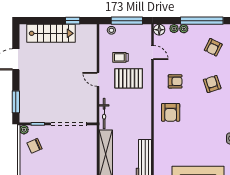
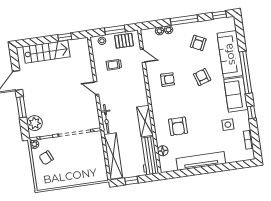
window: (127, 21) -> (115, 30), width x0.69
window: (202, 21) -> (184, 20), width x0.68
floor lamp: (159, 30) -> (163, 151), moved
pallet: (129, 78) -> (124, 41), moved, width x0.67, depth x0.71
window: (16, 102) -> (21, 107), moved
plant: (27, 107) -> (35, 123), added
armchair: (171, 112) -> (178, 126), moved
shelving: (145, 122) -> (145, 121), added

